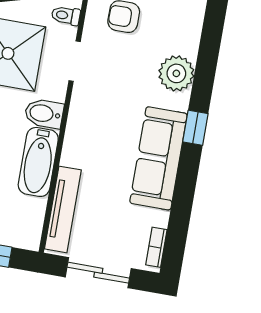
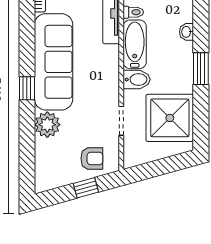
toilet: (66, 16) -> (133, 12), moved
sofa: (158, 158) -> (54, 62), width x1.36, depth x1.27

